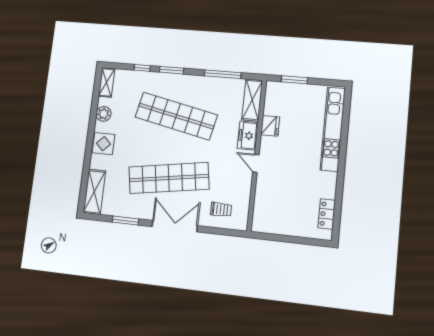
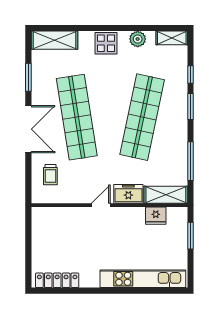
fridge: (270, 126) -> (156, 216), moved
locker: (327, 214) -> (57, 280), width x1.53

